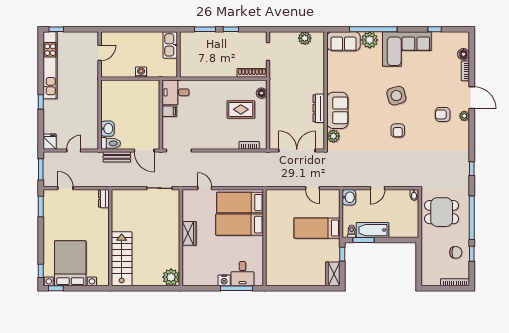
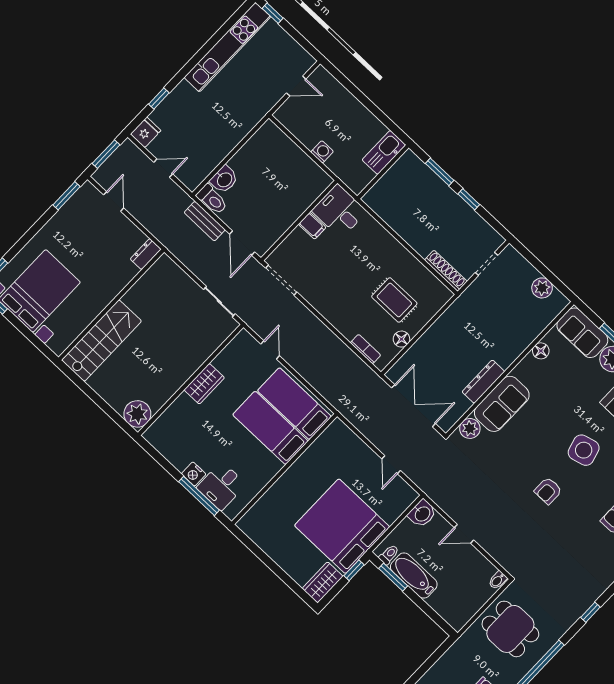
floor lamp: (332, 68) -> (541, 351), added
floor lamp: (262, 93) -> (401, 339), moved
window: (41, 102) -> (159, 98), moved
bed: (317, 228) -> (342, 526), width x2.04

